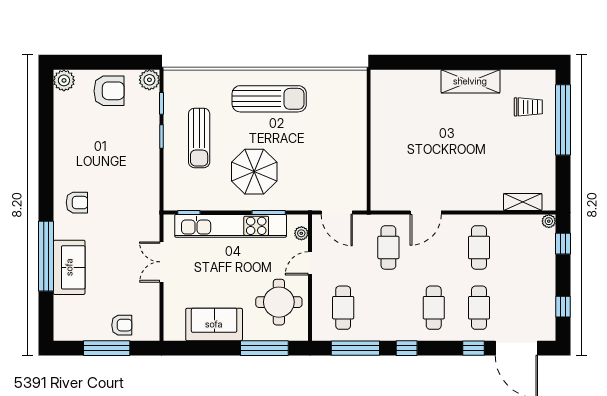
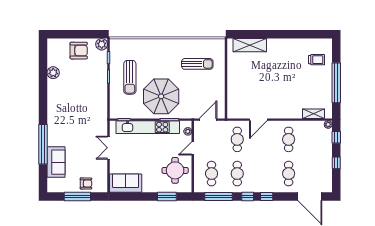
plant: (64, 80) -> (53, 73), moved
shelving: (470, 81) -> (250, 45), moved
sun lounger: (269, 99) -> (197, 64), moved, width x0.73, depth x0.75
window: (563, 120) -> (336, 83), moved
parasol: (254, 172) -> (161, 96), width x1.36, depth x1.36
armchair: (77, 203) -> (61, 114), removed
door: (337, 212) -> (208, 120), swing flipped
sofa: (69, 267) -> (56, 162), moved
window: (563, 307) -> (336, 163), moved
cafe table: (434, 308) -> (237, 174), moved
sofa: (214, 324) -> (126, 183), moved
window: (264, 348) -> (167, 197), width x0.69
window: (473, 348) -> (267, 197), moved

